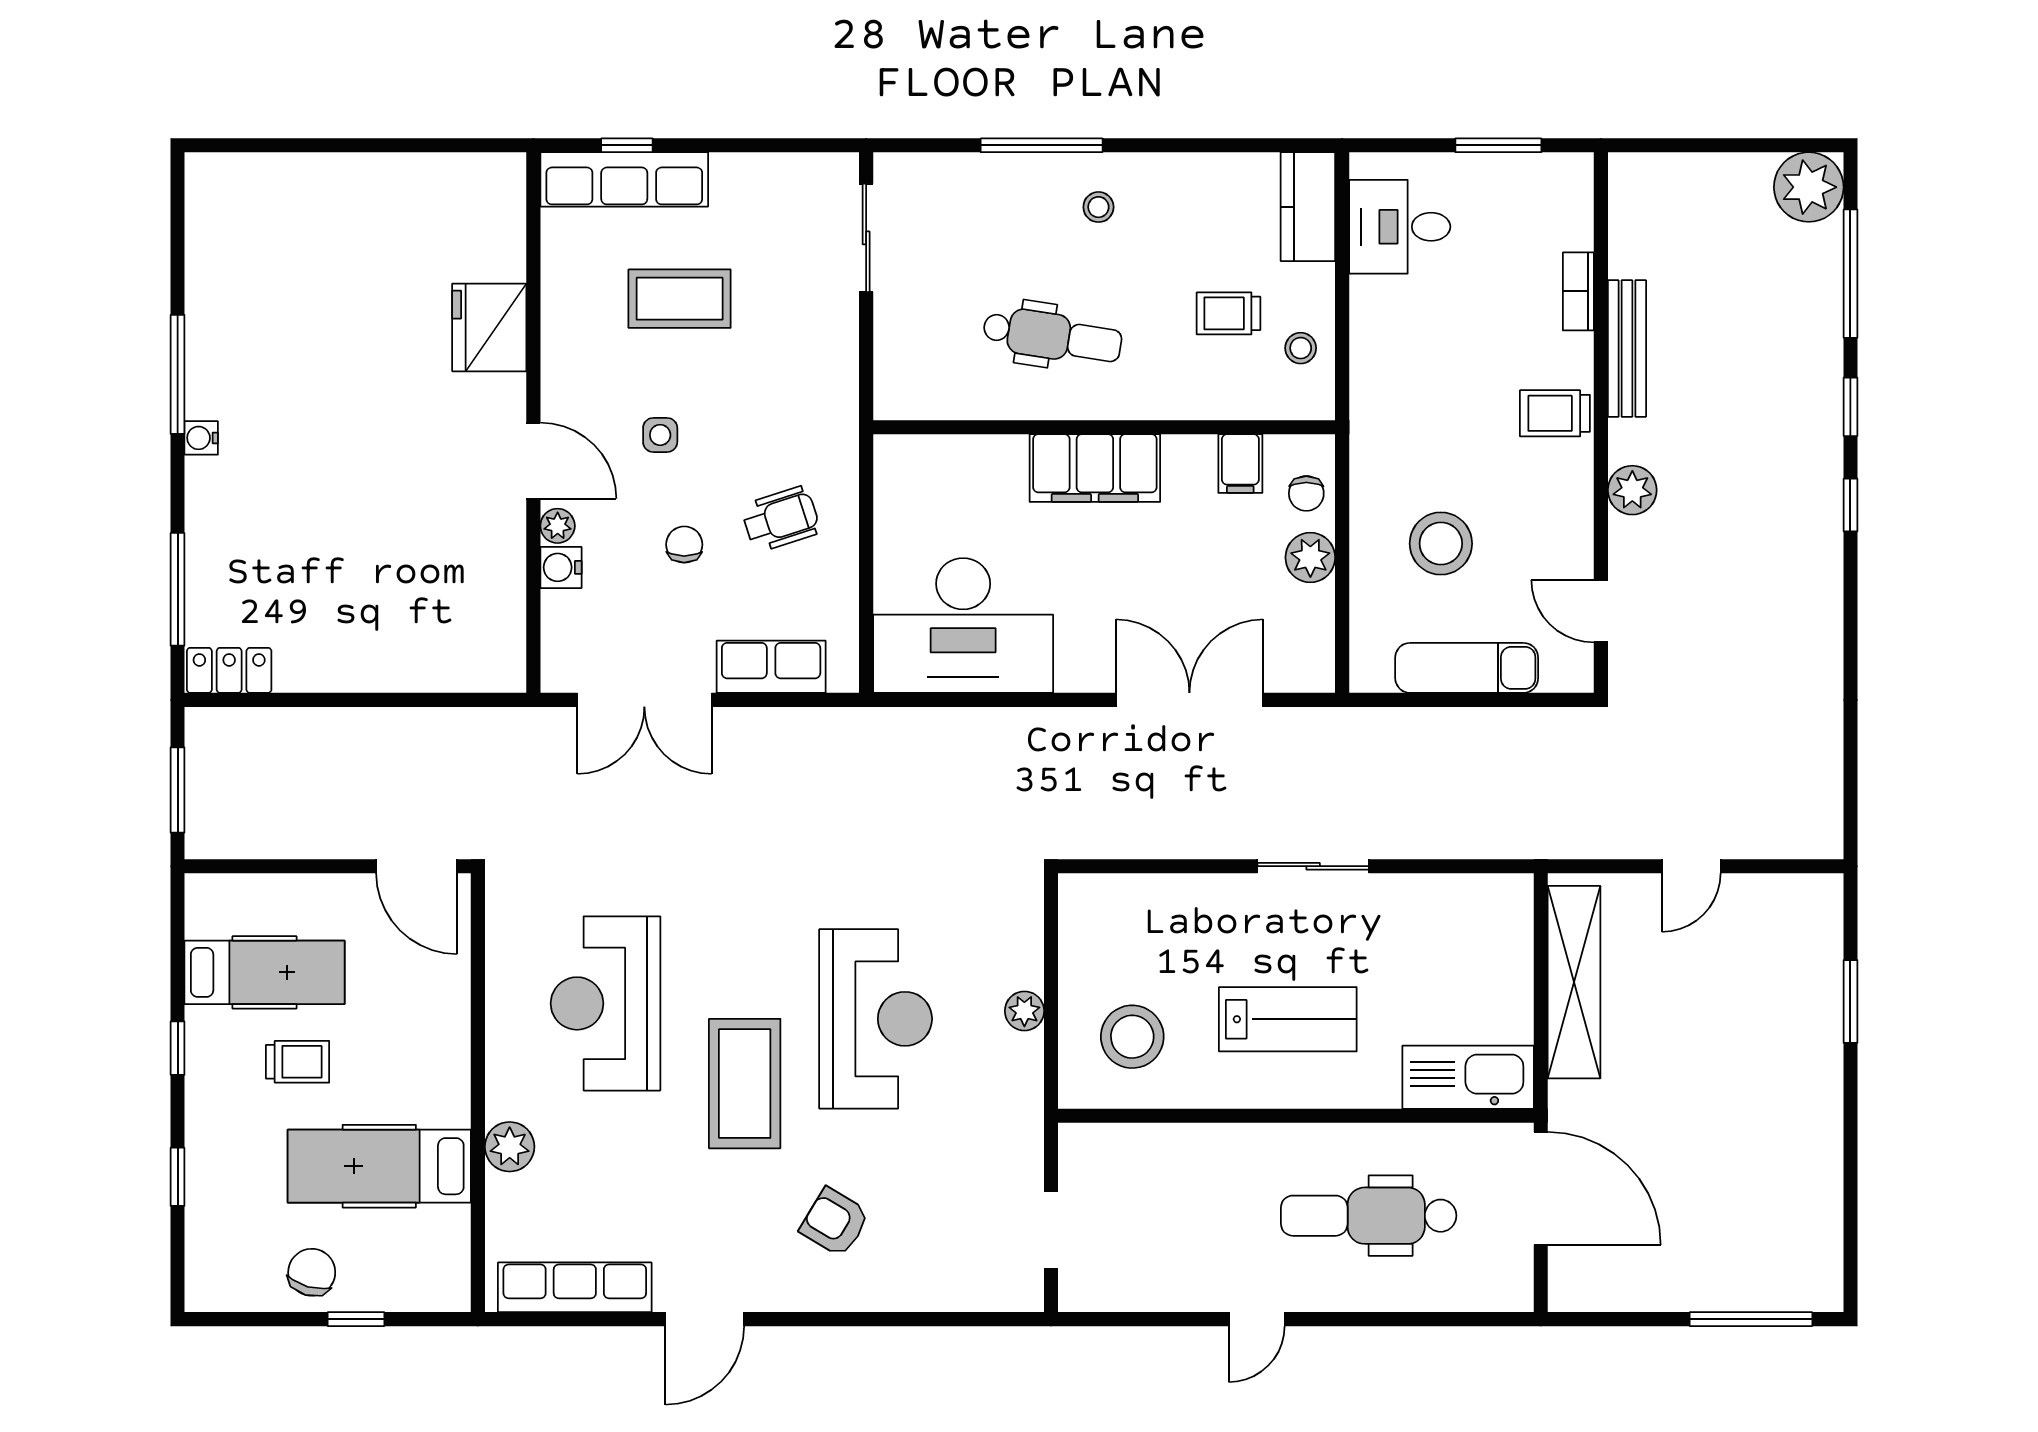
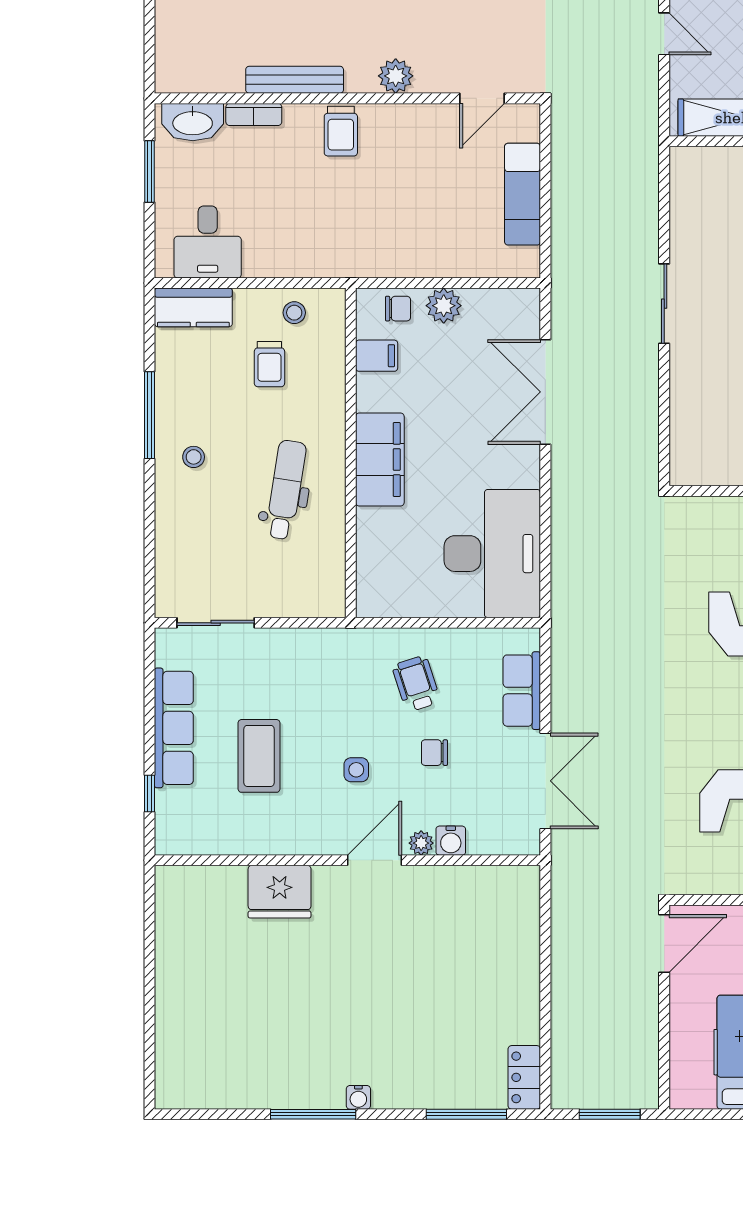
window: (1042, 145) -> (150, 415), moved
row of seats: (624, 179) -> (174, 728), moved
washbasin: (1568, 206) -> (193, 122), added
stool: (1441, 544) -> (434, 213), removed

